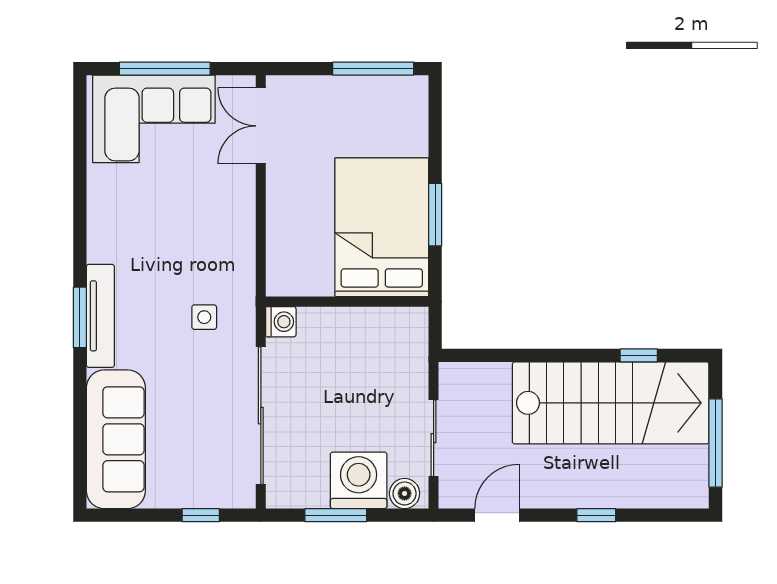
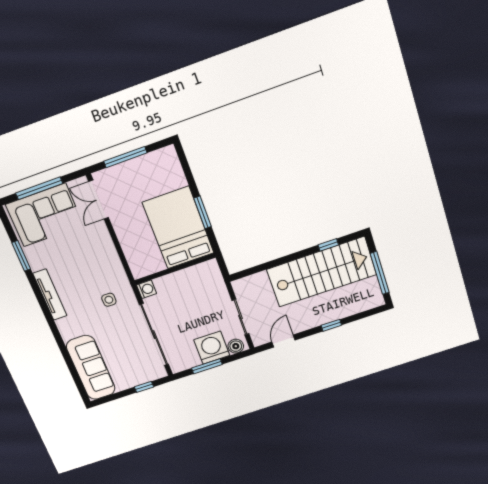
window: (373, 69) -> (125, 157), moved
tv unit: (100, 316) -> (50, 295), moved
window: (80, 317) -> (21, 256), moved

